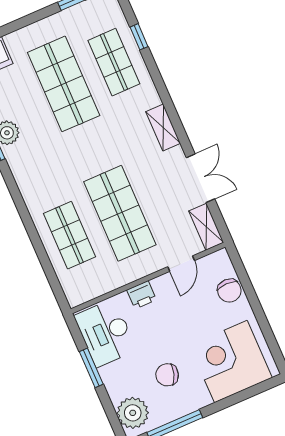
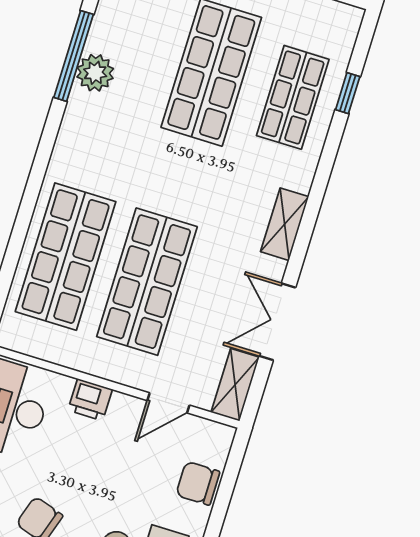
double door: (200, 178) -> (277, 322), swing flipped
shop shelf: (70, 235) -> (66, 257), width x1.43, depth x1.36
chair: (229, 291) -> (198, 483), turned 90

